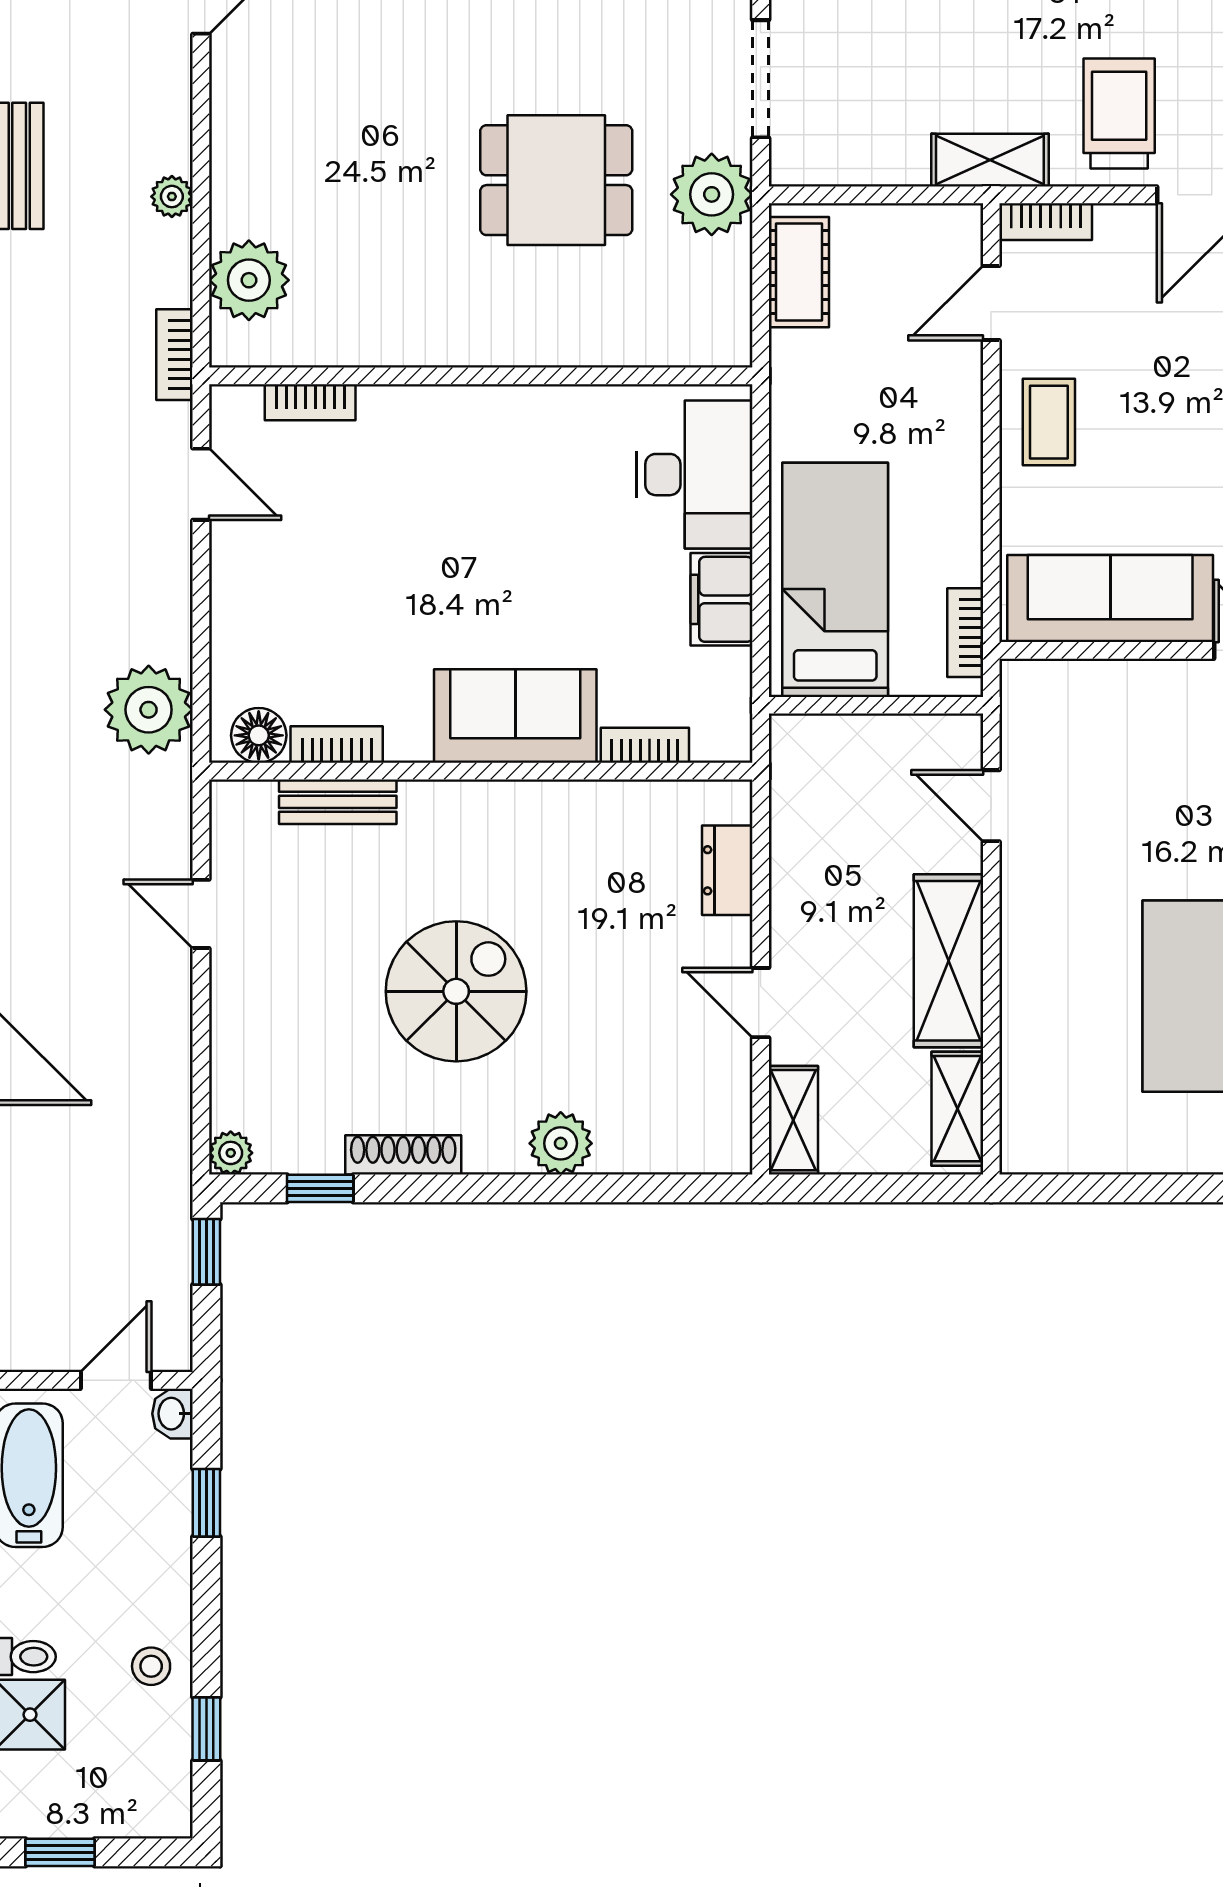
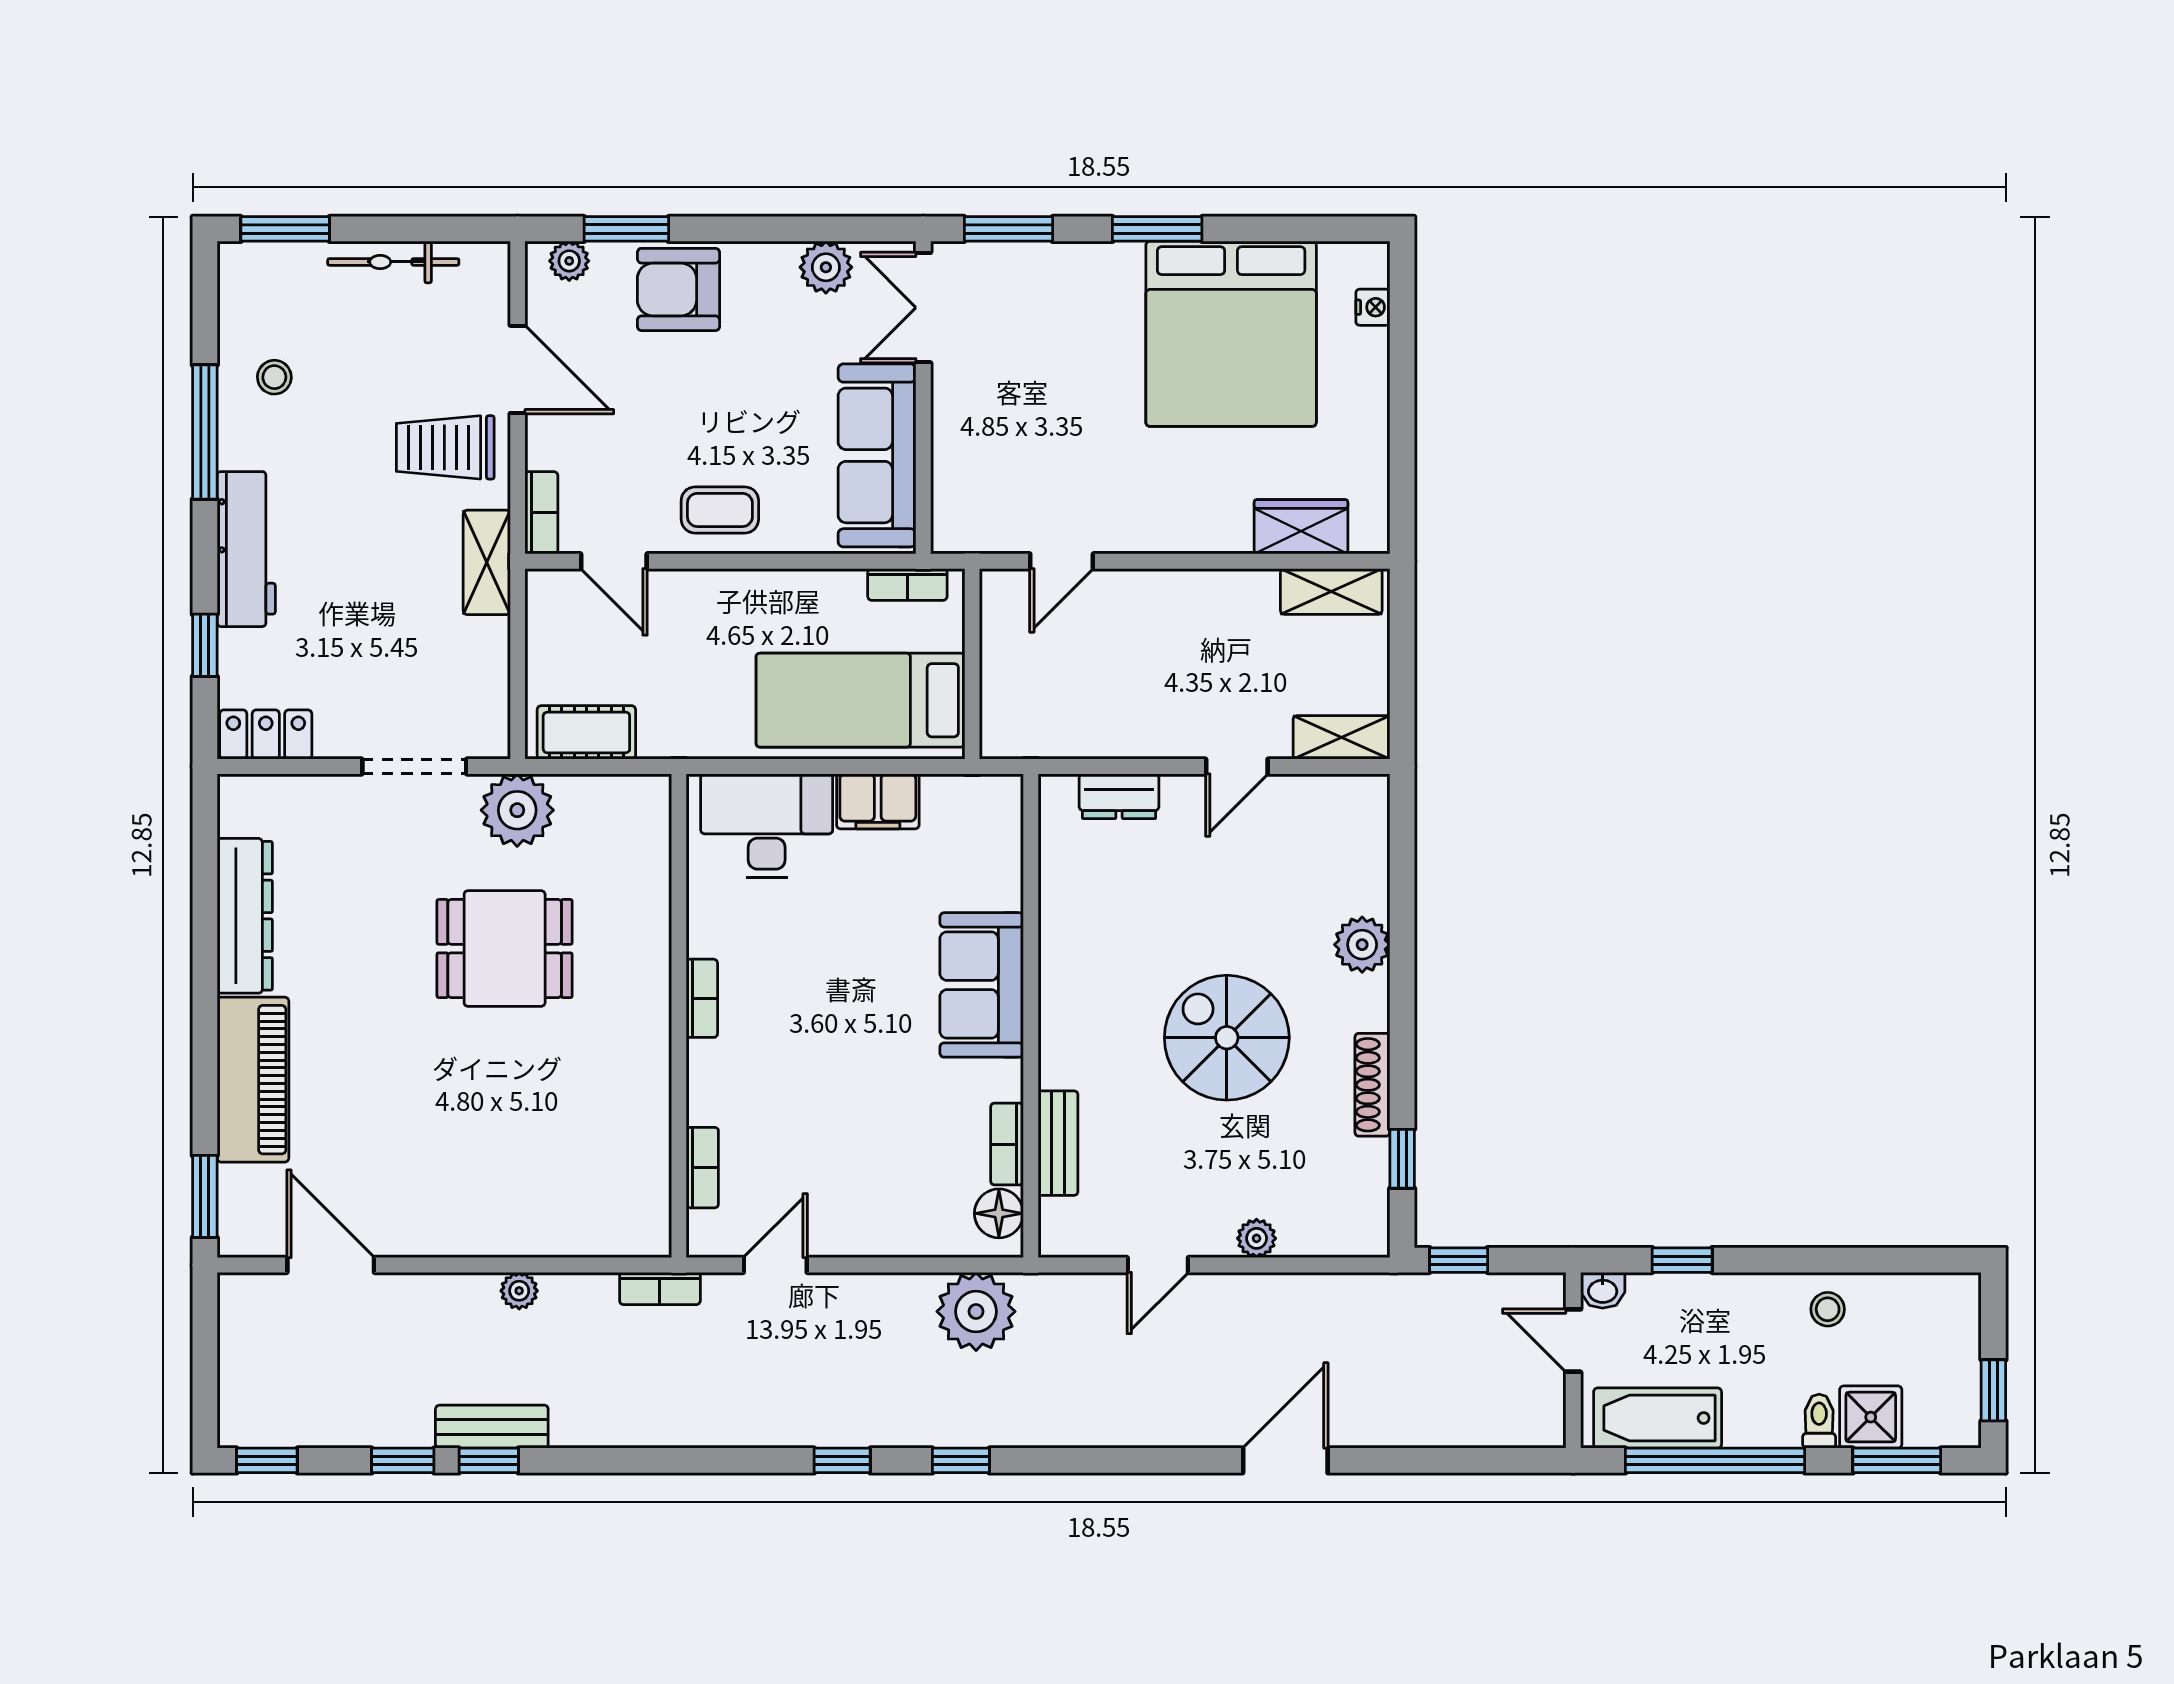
dining table: (556, 180) -> (505, 949), turned 90
plant: (249, 280) -> (594, 1222), removed
bookcase: (645, 745) -> (702, 998), moved, turned 180
shelving: (948, 961) -> (1200, 599), removed
wardrobe: (1030, 1075) -> (1301, 527), added
plant: (231, 1153) -> (1257, 1238), moved
window: (206, 1729) -> (1883, 1260), removed

